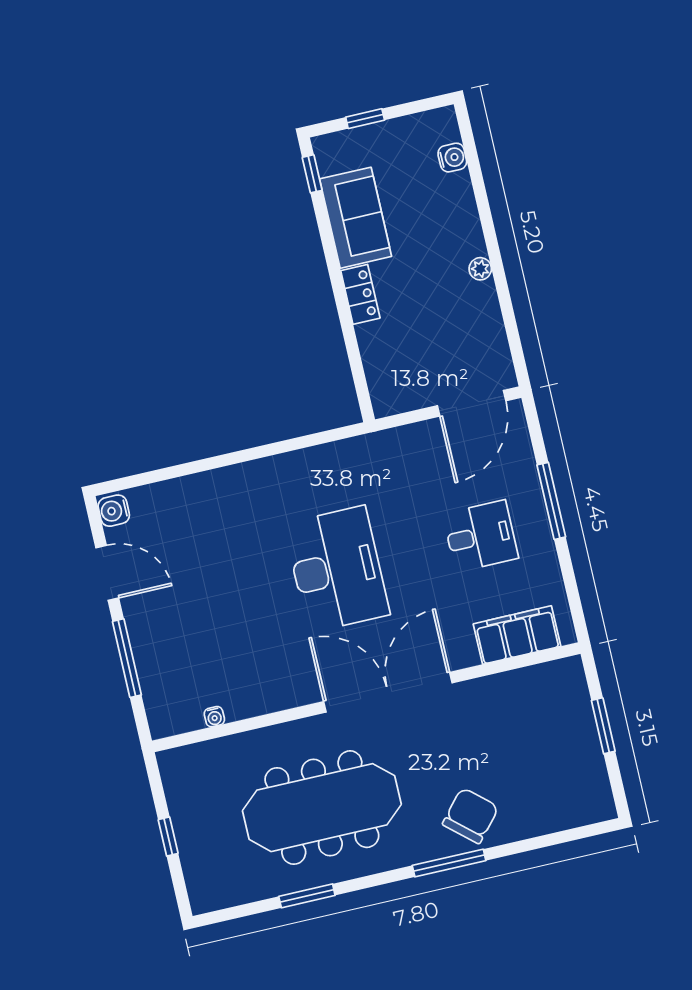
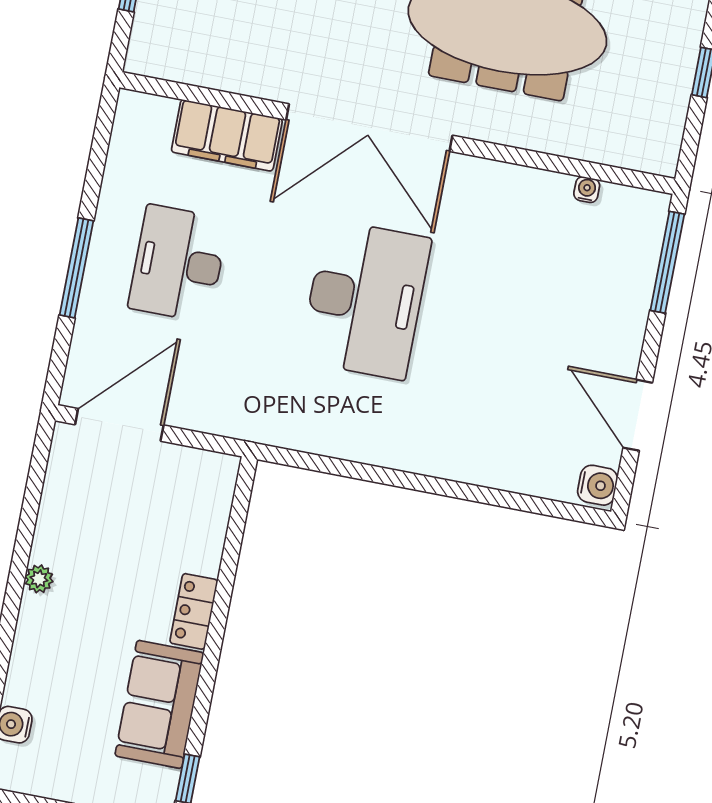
desk: (481, 536) -> (178, 264), width x1.37
desk: (337, 569) -> (365, 300), turned 180
filing cabinet: (517, 635) -> (227, 135), moved
window: (127, 658) -> (667, 262), moved

